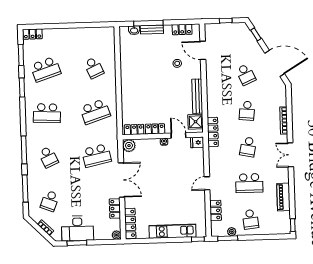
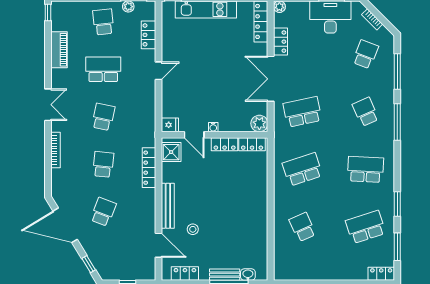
school desk: (246, 75) -> (103, 212), turned 45
bench: (197, 96) -> (168, 206), moved
locker: (213, 132) -> (149, 168), moved

